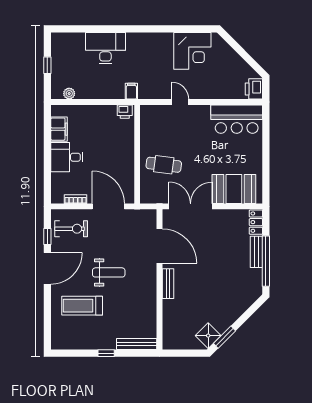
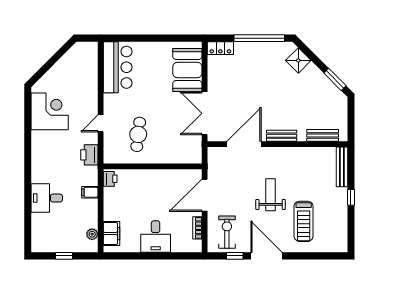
desk: (105, 48) -> (47, 198), width x0.73
printer: (254, 89) -> (89, 155), moved, turned 90
filing cabinet: (131, 91) -> (90, 192), moved
filing cabinet: (59, 129) -> (112, 234), moved, turned 90
cafe table: (164, 165) -> (138, 134), moved
bench: (256, 252) -> (323, 135), moved
shower: (208, 336) -> (298, 60), moved

